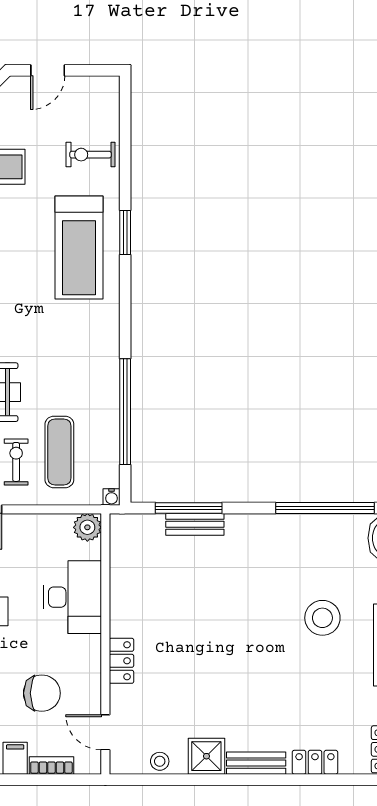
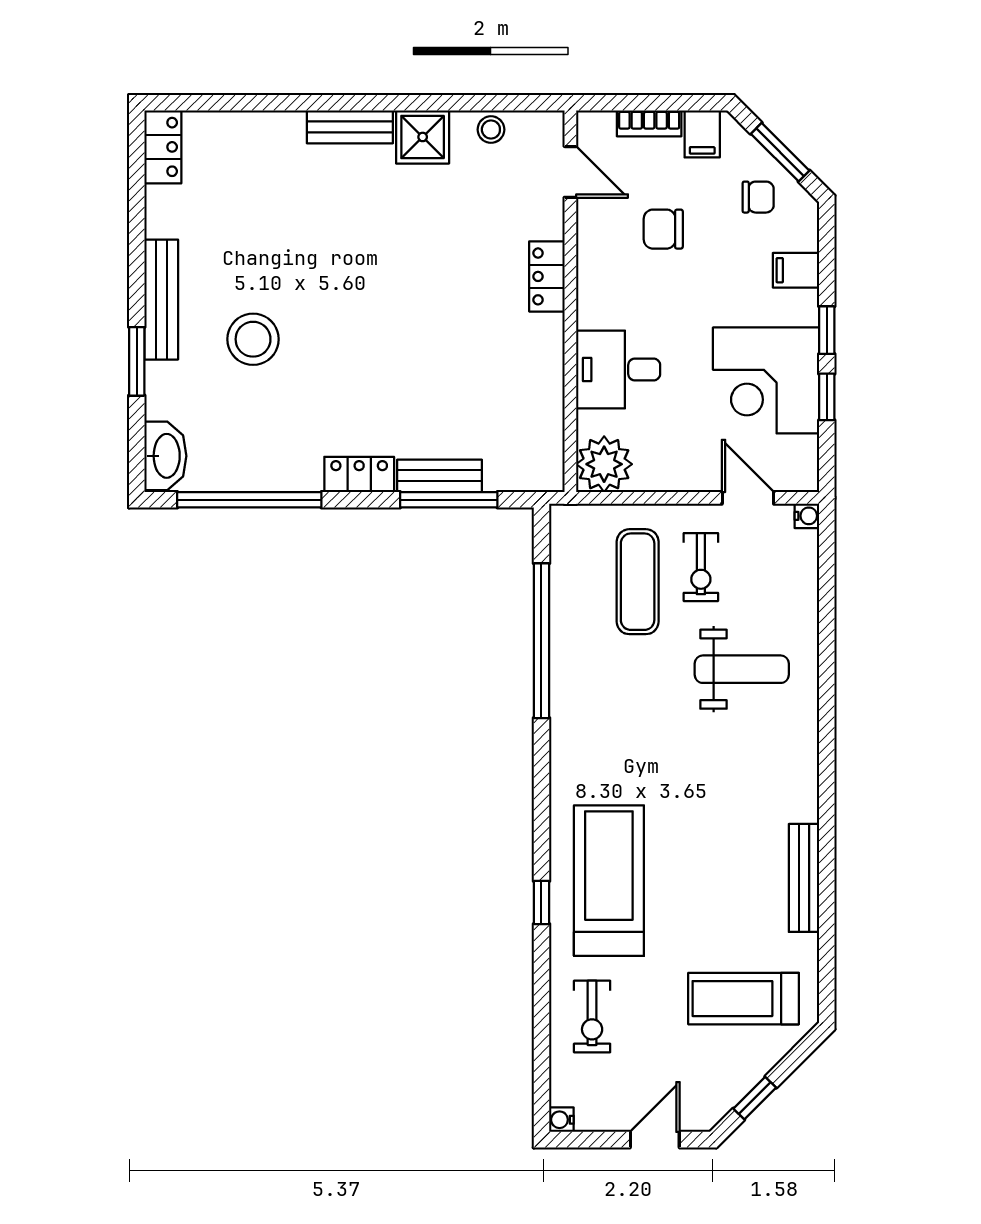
exercise bike: (91, 155) -> (592, 1016), turned 90
window: (125, 233) -> (541, 902), width x0.67
water cooler: (111, 497) -> (561, 1120), moved, turned -90
plant: (87, 527) -> (604, 464), width x1.36, depth x1.36
desk: (73, 597) -> (618, 370), width x0.73
chair: (42, 693) -> (663, 229), width x0.73, depth x0.73
locker: (315, 762) -> (359, 474), moved, turned 180

